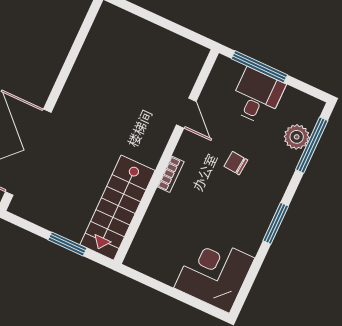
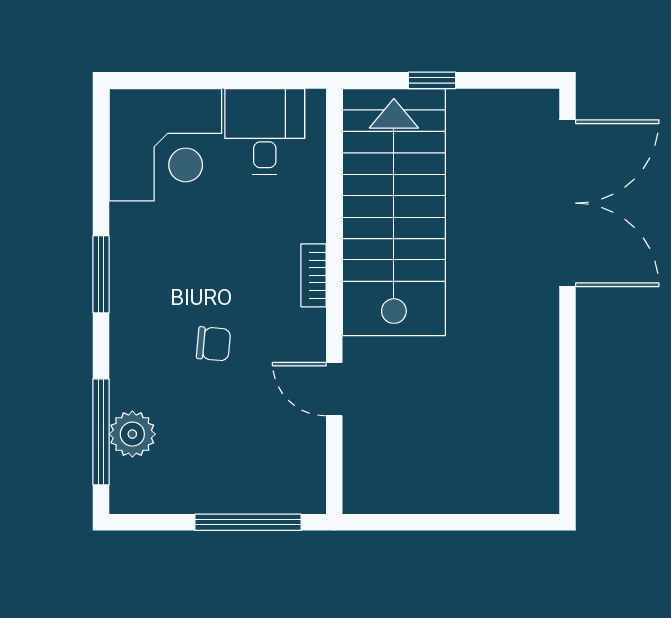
desk: (257, 96) -> (265, 132), moved, turned 180
stairs: (117, 208) -> (394, 212), width x1.36, depth x1.51
window: (67, 244) -> (432, 80), width x0.67

